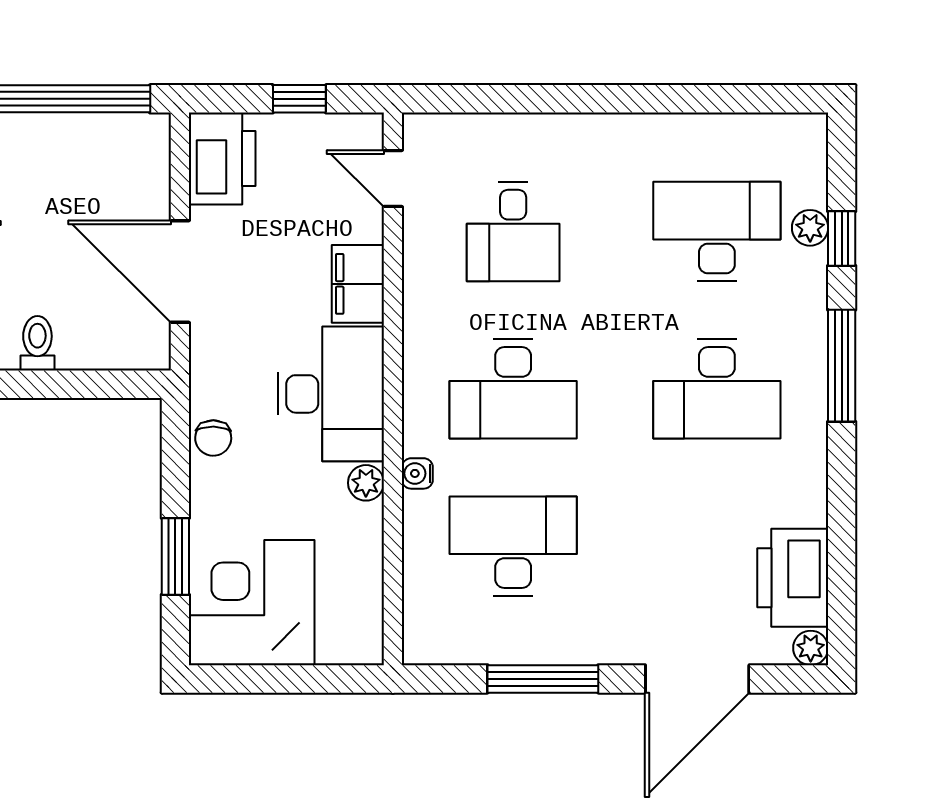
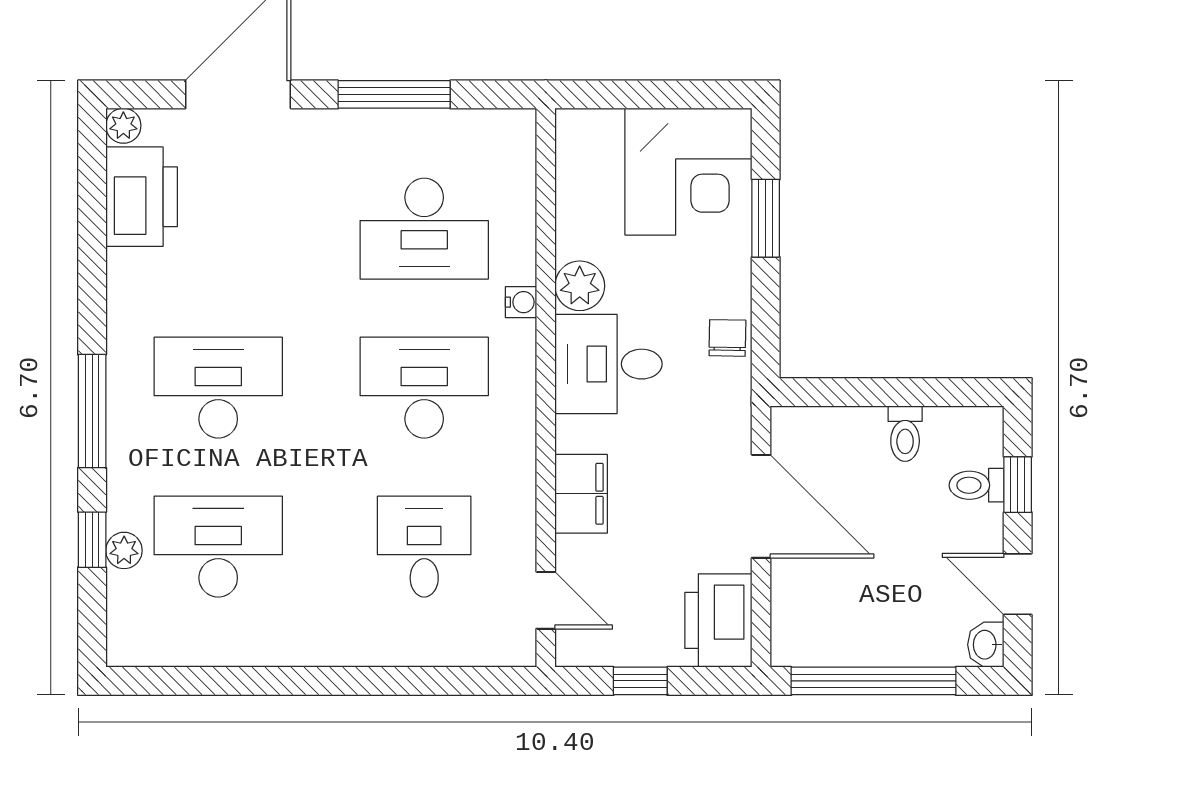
desk: (717, 232) -> (218, 547), turned 180
desk: (331, 394) -> (608, 364), width x0.73
plant: (366, 483) -> (580, 286), width x1.38, depth x1.38

